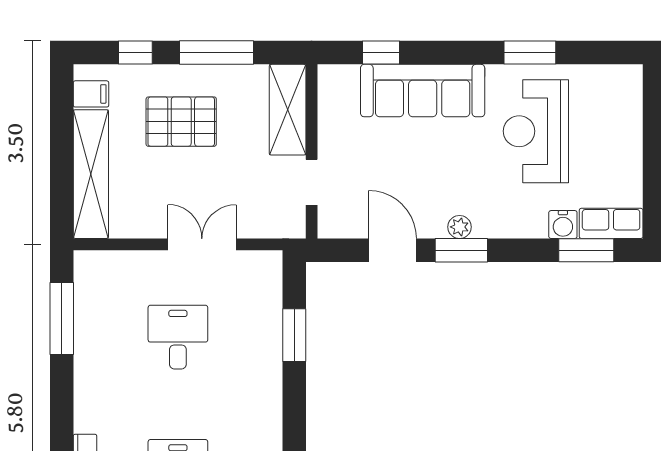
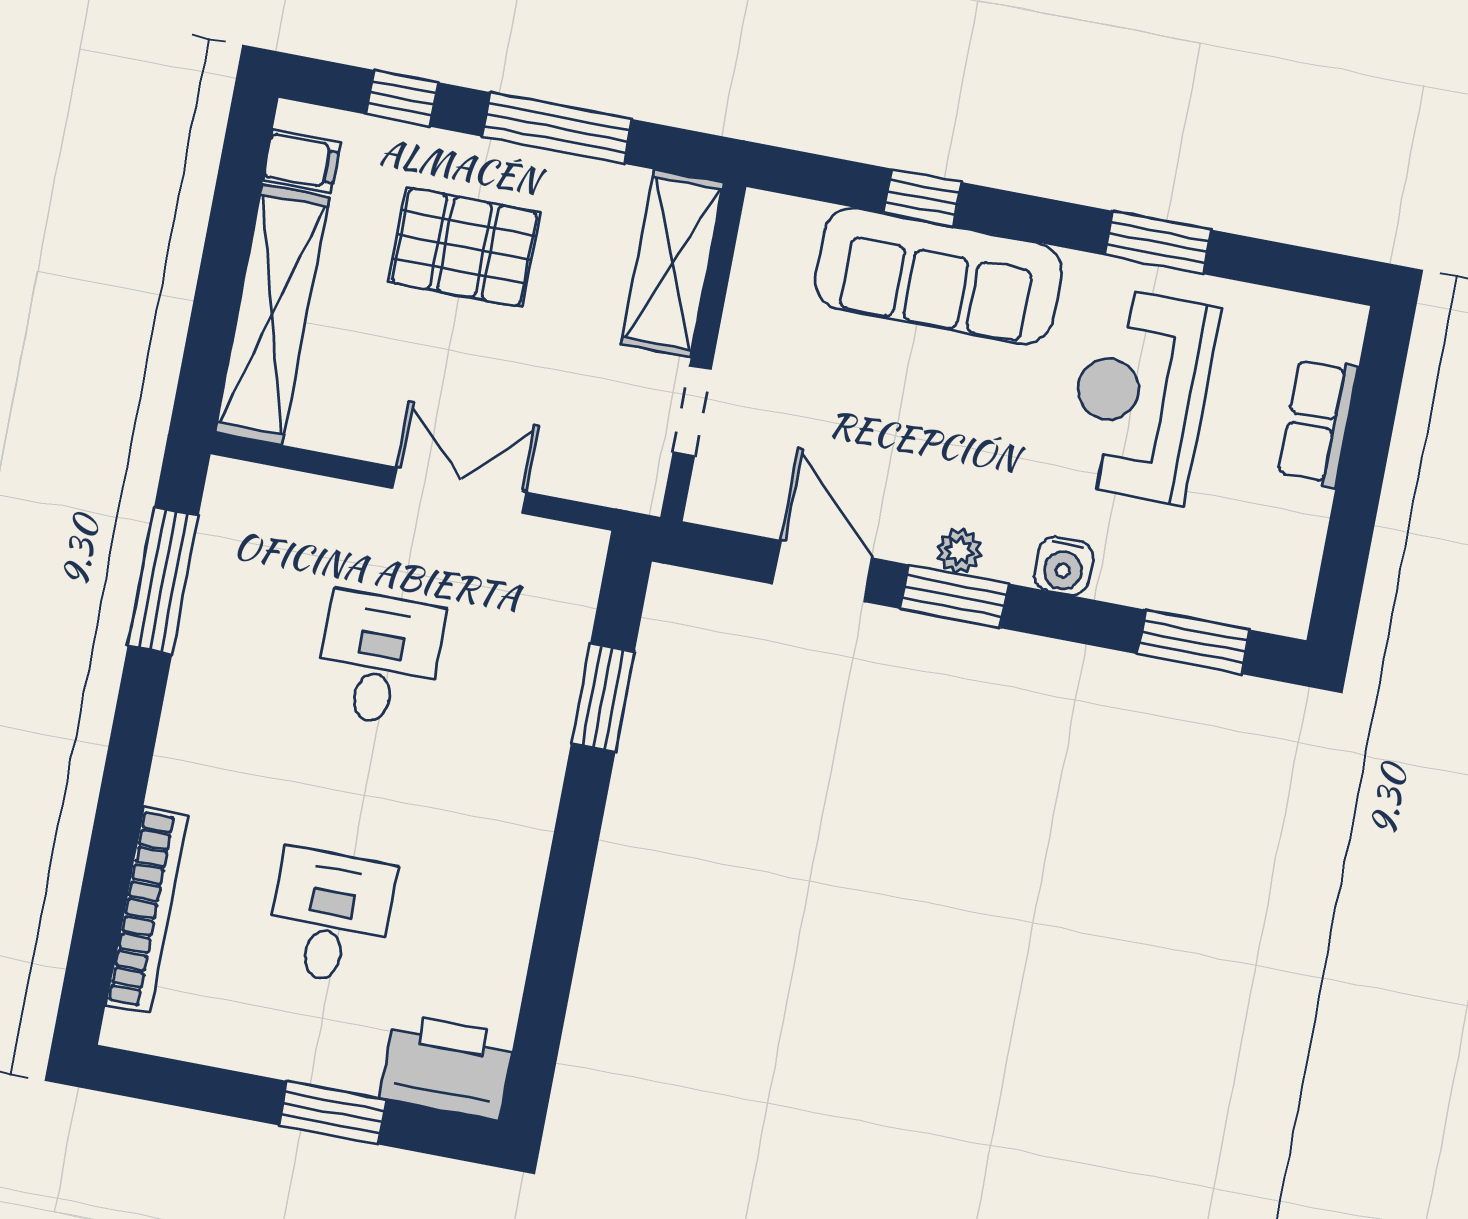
window: (381, 53) -> (923, 198), moved
row of seats: (611, 223) -> (1318, 422), moved, turned -90
water cooler: (563, 225) -> (1064, 566), moved

